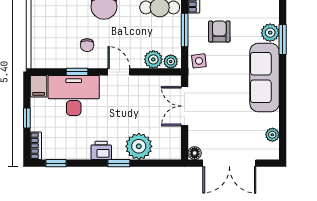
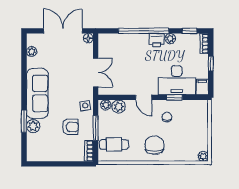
armchair: (219, 31) -> (70, 127), turned -90
plant: (139, 146) -> (170, 39), moved, width x0.53, depth x0.53
window: (119, 163) -> (144, 31), width x3.17

